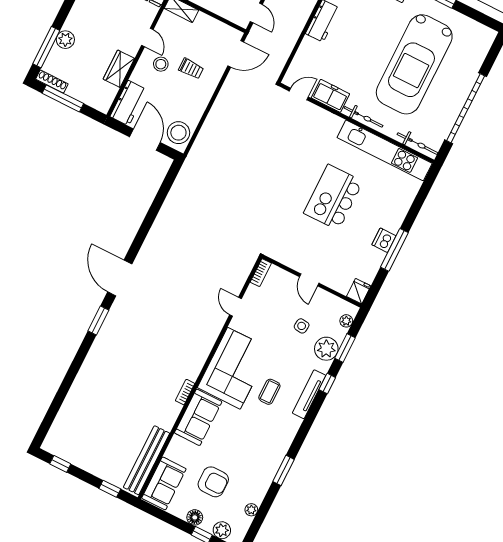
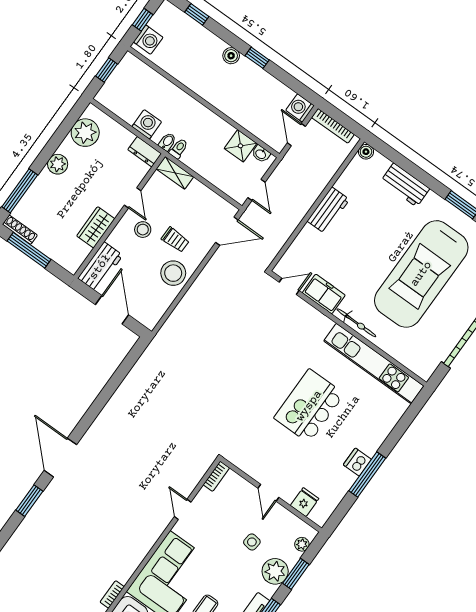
plant: (65, 40) -> (58, 164), moved
stool: (178, 133) -> (173, 273), moved
bicycle: (417, 144) -> (411, 362), removed
fridge: (359, 291) -> (305, 502), moved

